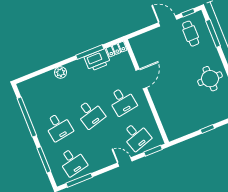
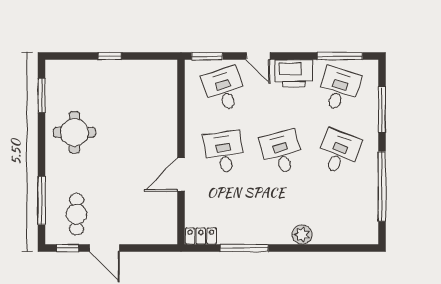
printer: (97, 60) -> (294, 73), moved, turned 180
desk: (58, 127) -> (339, 152), turned 30
desk: (72, 162) -> (339, 89), turned 30

